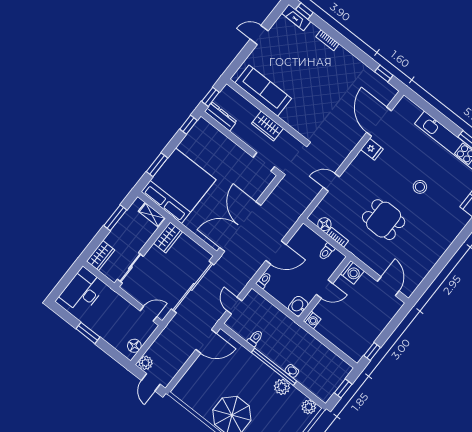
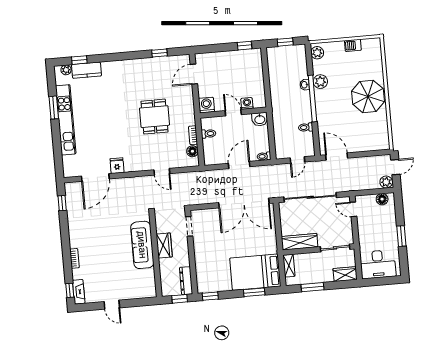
sofa: (263, 91) -> (142, 245), moved
bed: (178, 186) -> (255, 272), width x0.73
stool: (420, 187) -> (112, 113), removed
wardrobe: (168, 237) -> (300, 242), width x1.50
door: (276, 253) -> (239, 165), hinge flipped
window: (433, 274) -> (159, 53), added
washing machine: (312, 320) -> (247, 103), moved

